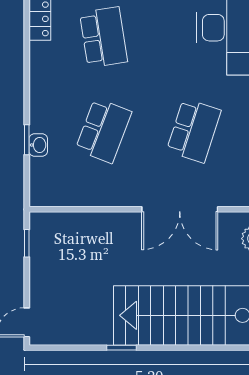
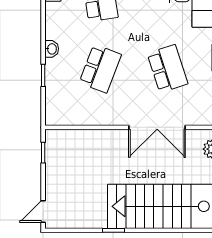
school desk: (194, 131) -> (167, 69), turned -36
washbasin: (38, 145) -> (52, 49), moved

